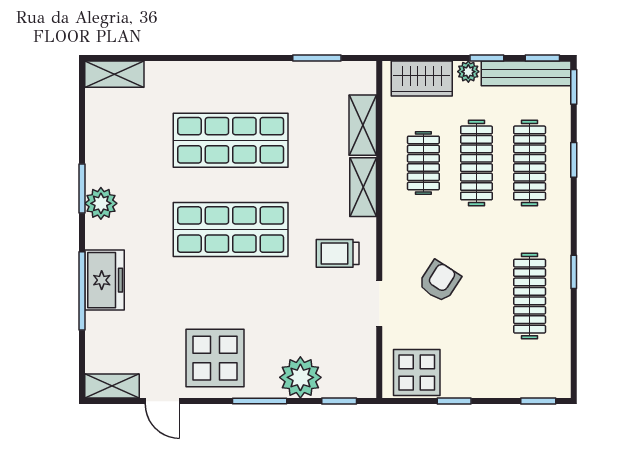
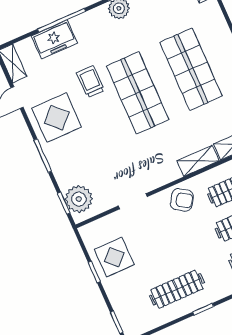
trolley: (338, 253) -> (91, 82), moved
freezer: (104, 280) -> (54, 39), moved
armchair: (440, 281) -> (182, 200), moved
display table: (417, 372) -> (114, 257), moved
plant: (300, 377) -> (79, 199), moved

